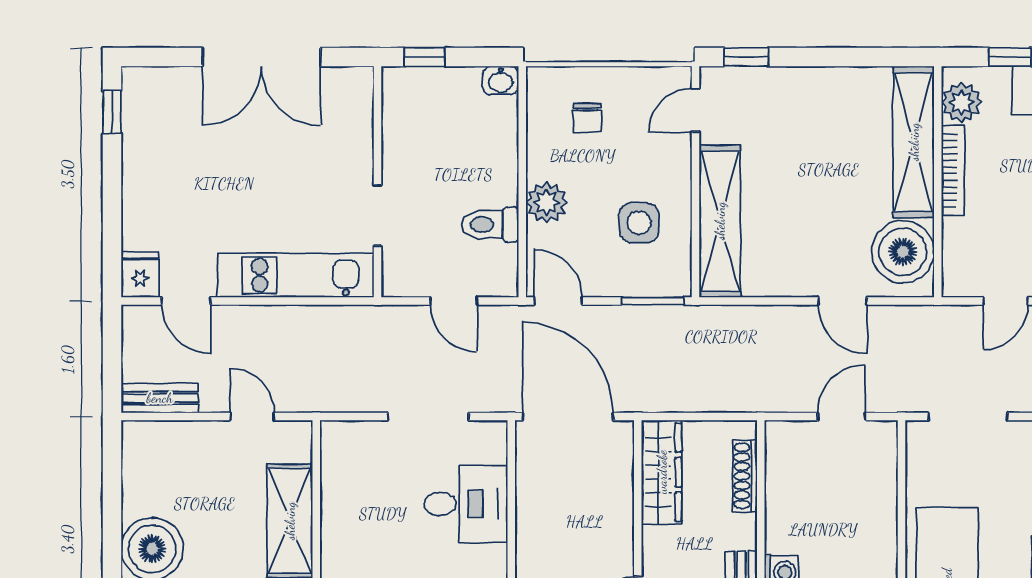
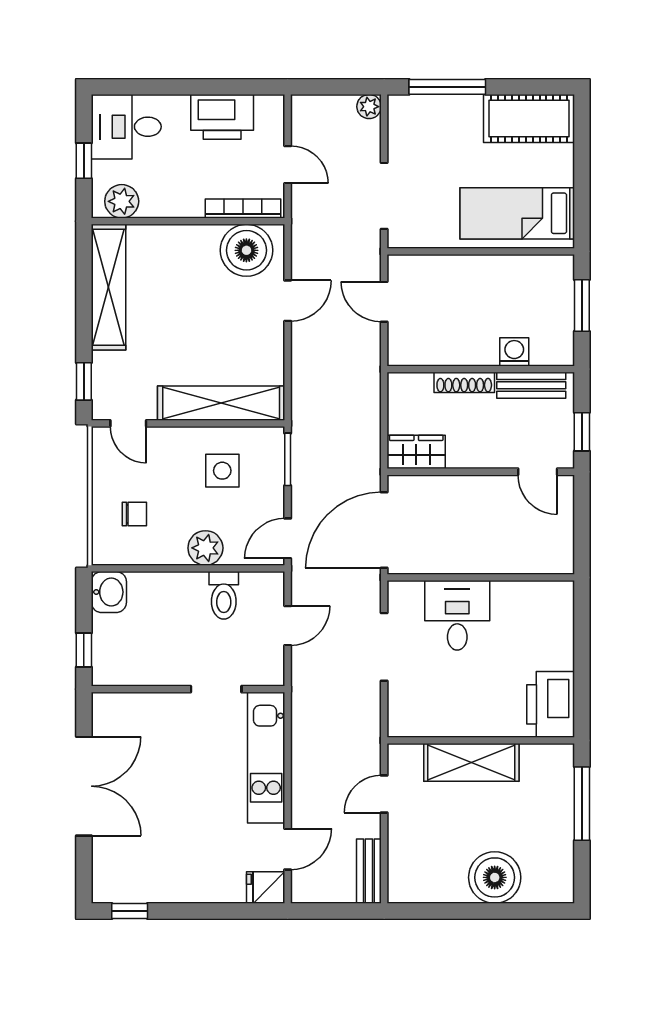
washbasin: (501, 80) -> (109, 592), width x1.38, depth x1.45
shelving: (914, 142) -> (109, 287), moved, turned 90
bookcase: (953, 170) -> (243, 209), moved
wardrobe: (662, 472) -> (416, 452), width x0.67
shoe rack: (745, 476) -> (464, 382), moved

